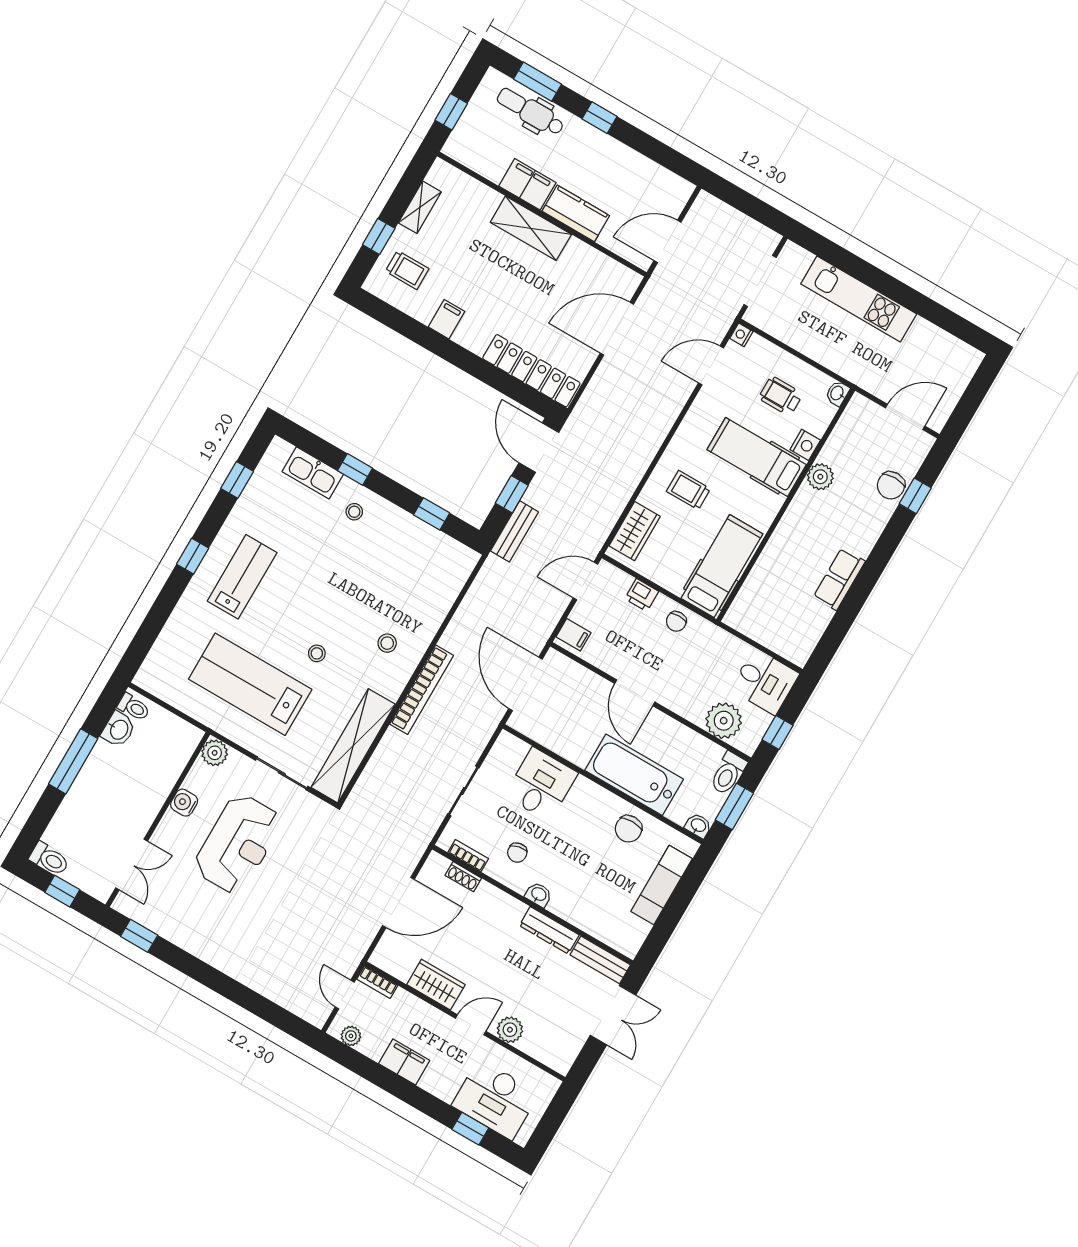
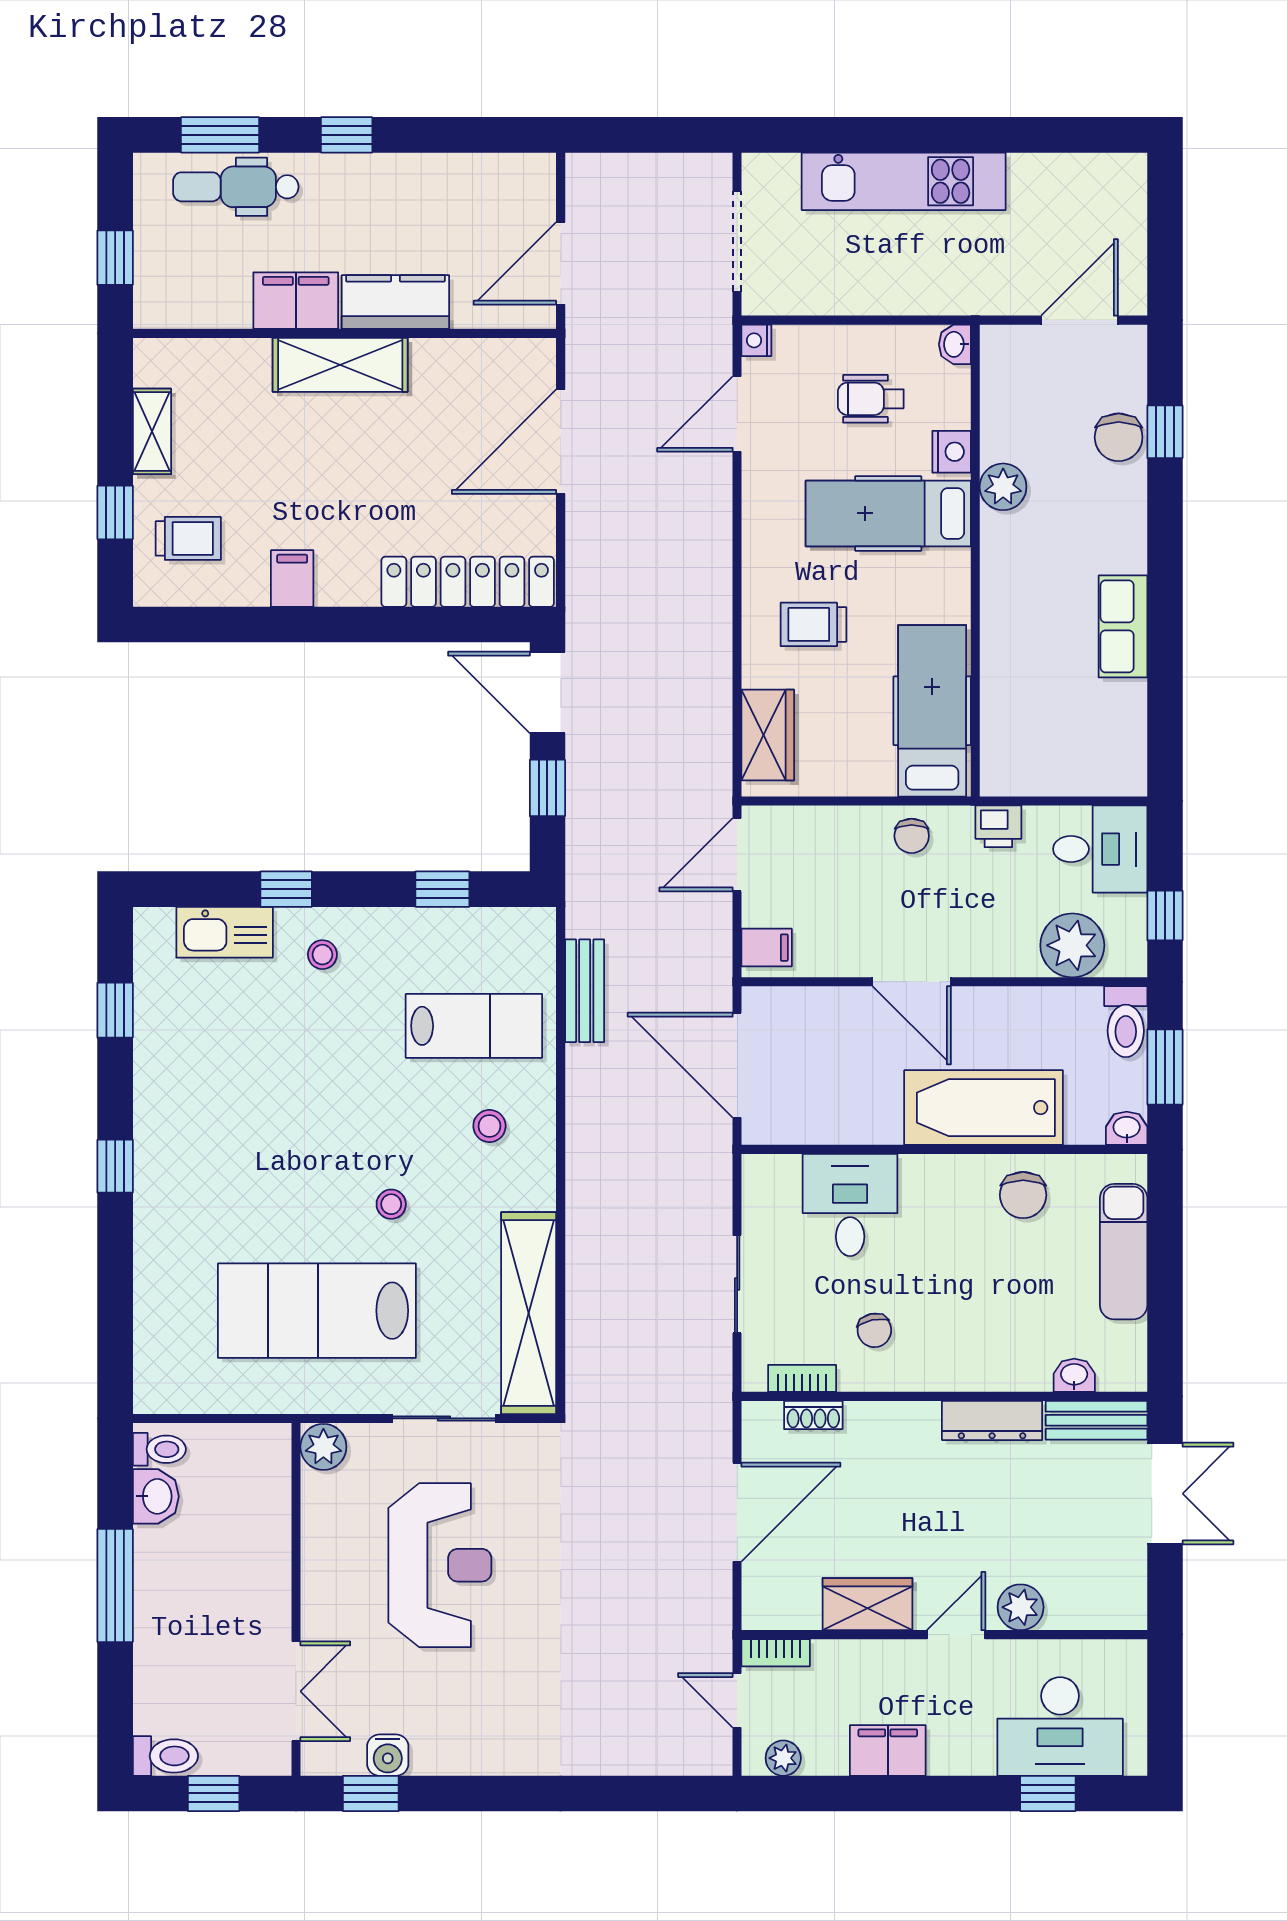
bench: (514, 531) -> (585, 991), moved
lab bench: (242, 577) -> (474, 1026), moved, turned 90
printer: (642, 595) -> (998, 826), moved
bookcase: (422, 690) -> (583, 1167), removed
water cooler: (184, 803) -> (388, 1755), moved, turned -90
washbasin: (539, 895) -> (1074, 1375), moved

